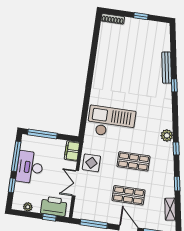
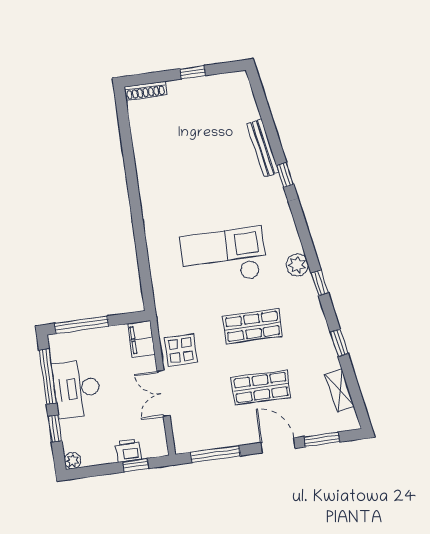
checkout: (111, 122) -> (224, 257), moved
printer: (54, 206) -> (128, 450), width x0.53, depth x0.68
plant: (28, 207) -> (73, 461), moved

